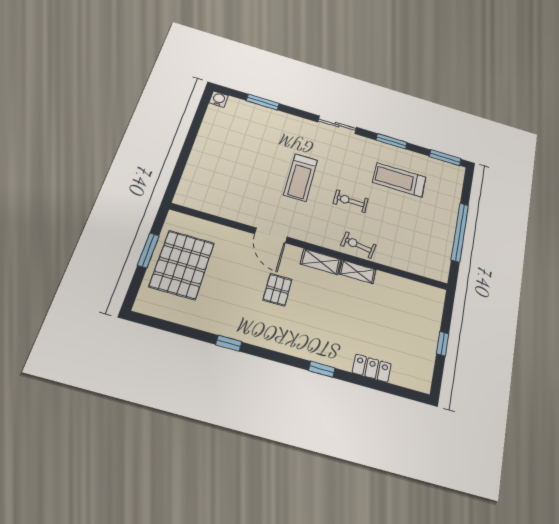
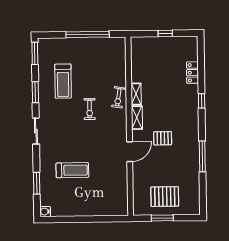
treadmill: (301, 178) -> (72, 170), moved
pallet: (182, 265) -> (165, 197), width x0.73, depth x0.71
window: (229, 343) -> (202, 156), width x2.17

